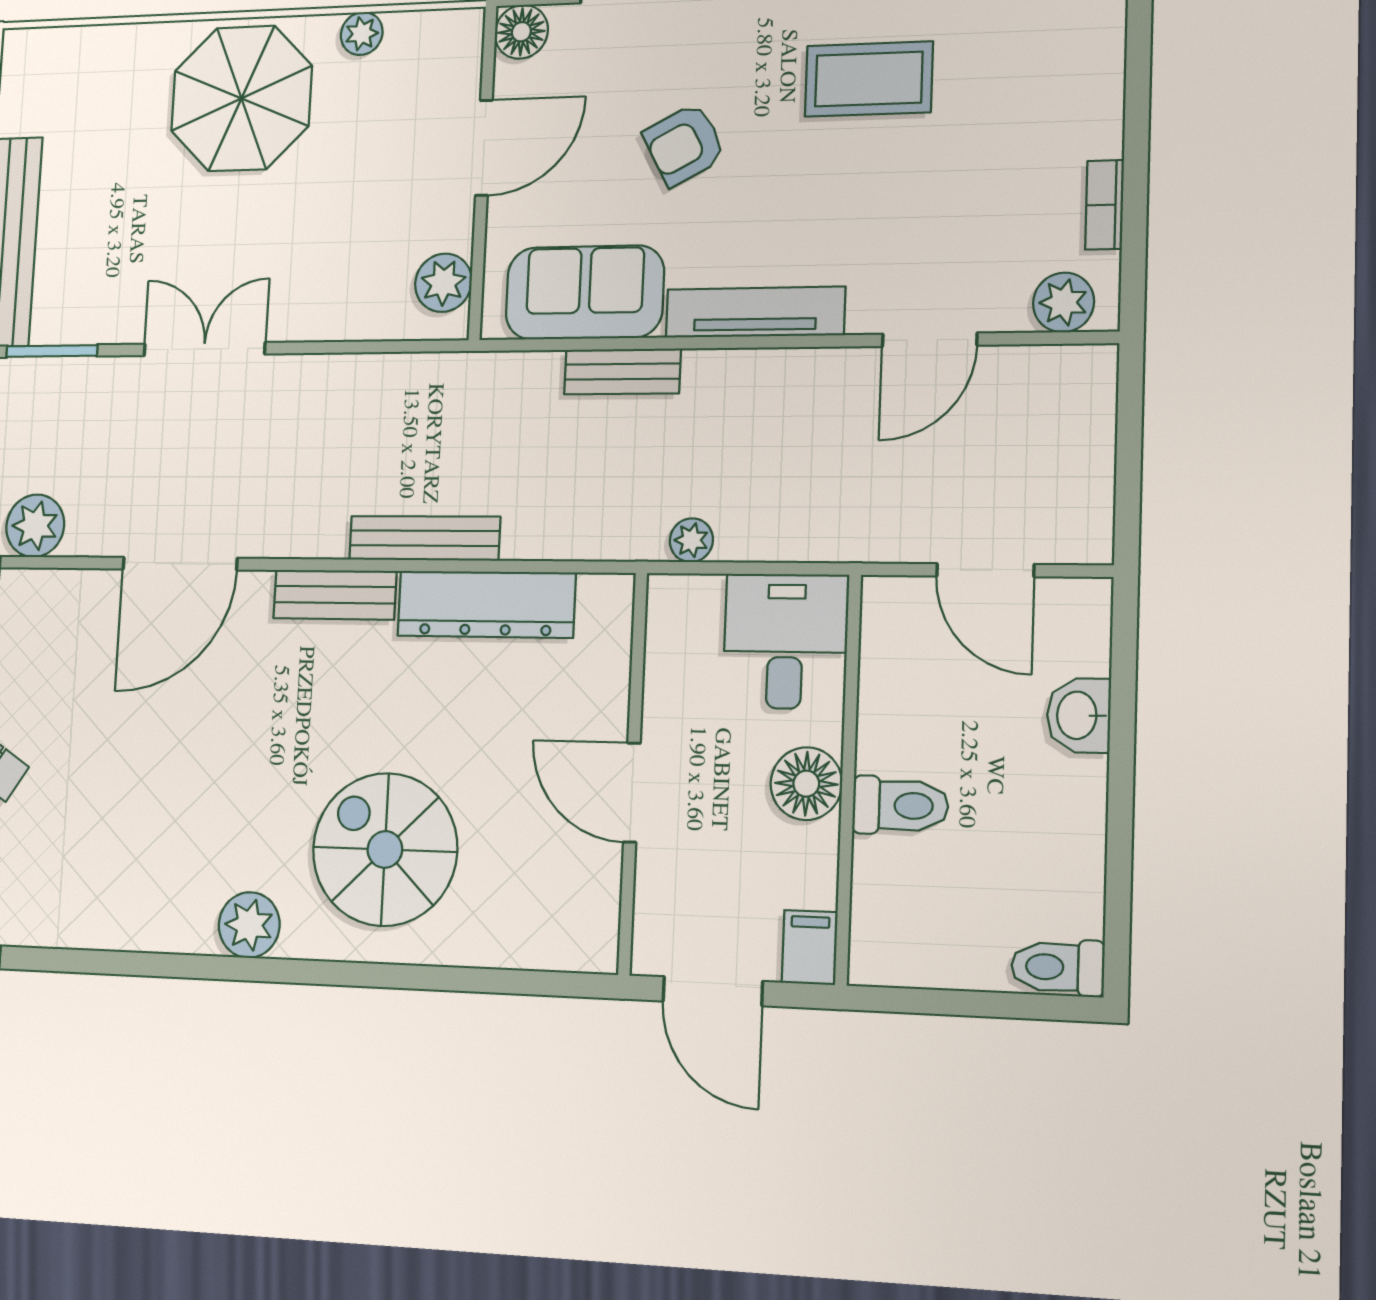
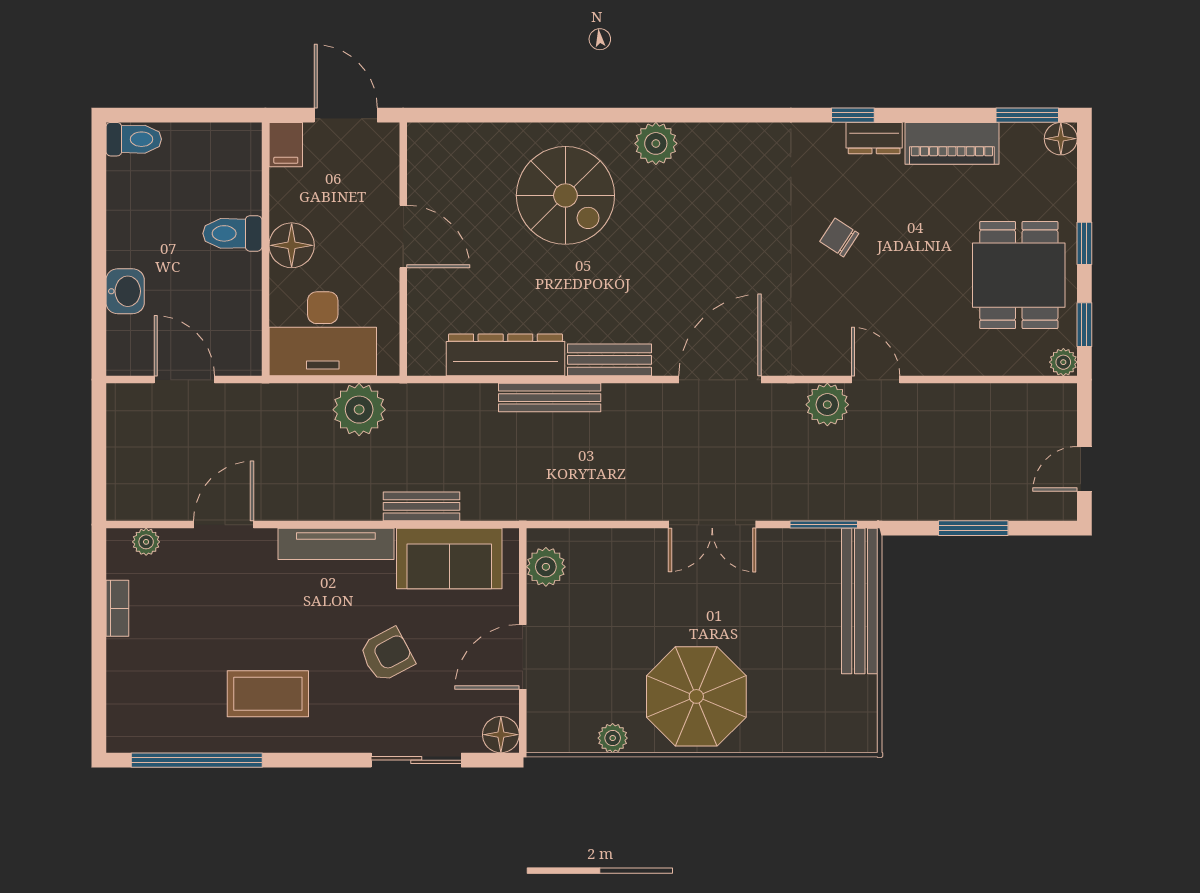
plant: (1064, 302) -> (146, 542), width x0.73, depth x0.73
plant: (691, 540) -> (359, 410), width x1.87, depth x1.87
desk: (785, 641) -> (323, 334), width x1.37

